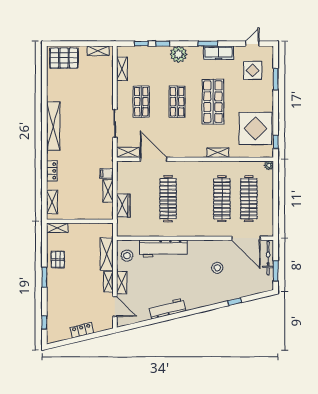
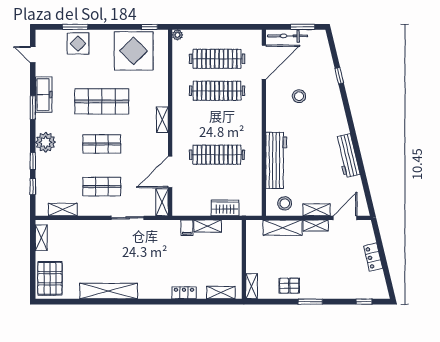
display table: (253, 70) -> (78, 44), moved
shelving: (53, 126) -> (109, 291), moved
shelving: (218, 153) -> (162, 120), moved

